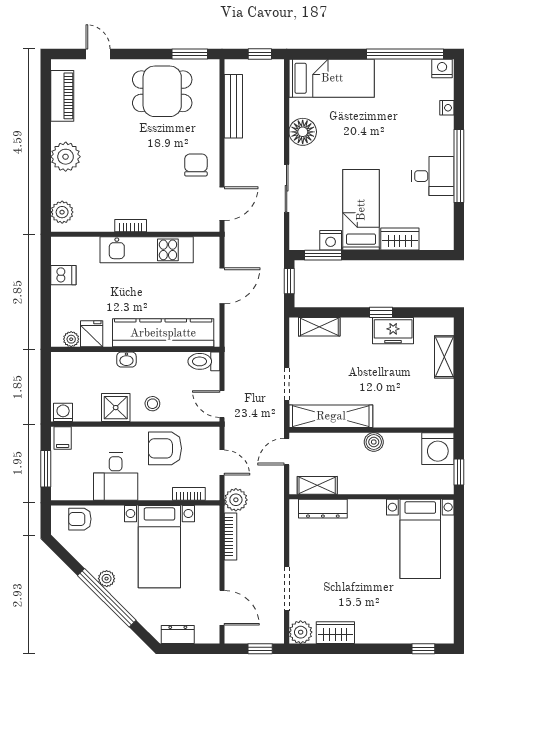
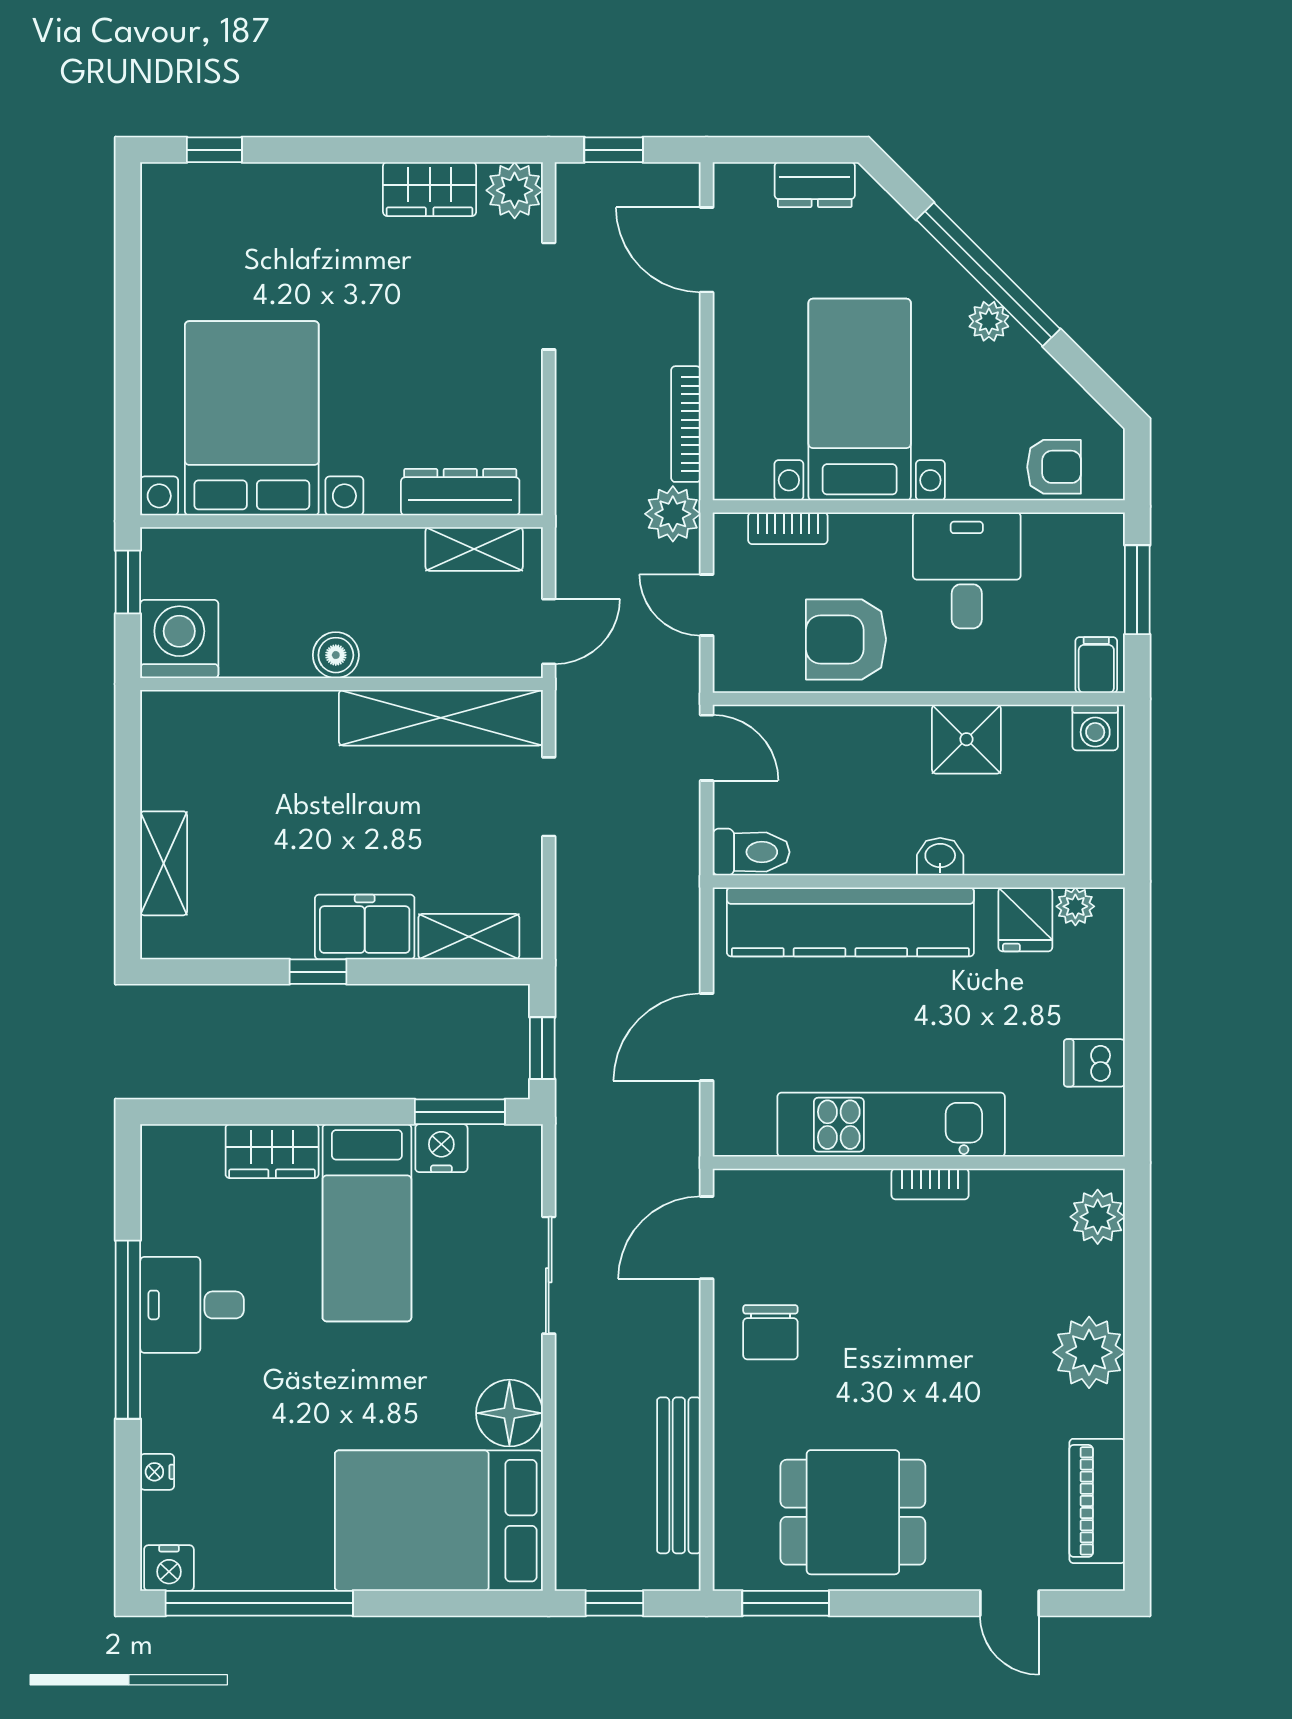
bed: (332, 78) -> (439, 1521), width x1.50
freezer: (393, 331) -> (365, 927), moved
stool: (152, 404) -> (877, 749), removed
armchair: (165, 448) -> (846, 639), turned 180
bed with nightstands: (420, 539) -> (252, 418), width x1.36

